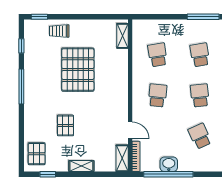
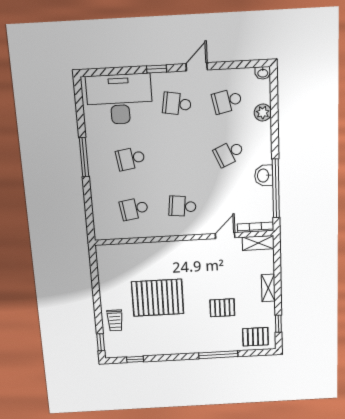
shelving: (123, 36) -> (115, 250), removed
window: (21, 87) -> (218, 355), moved
school desk: (200, 95) -> (180, 156), removed
washbasin: (169, 164) -> (264, 176), moved

